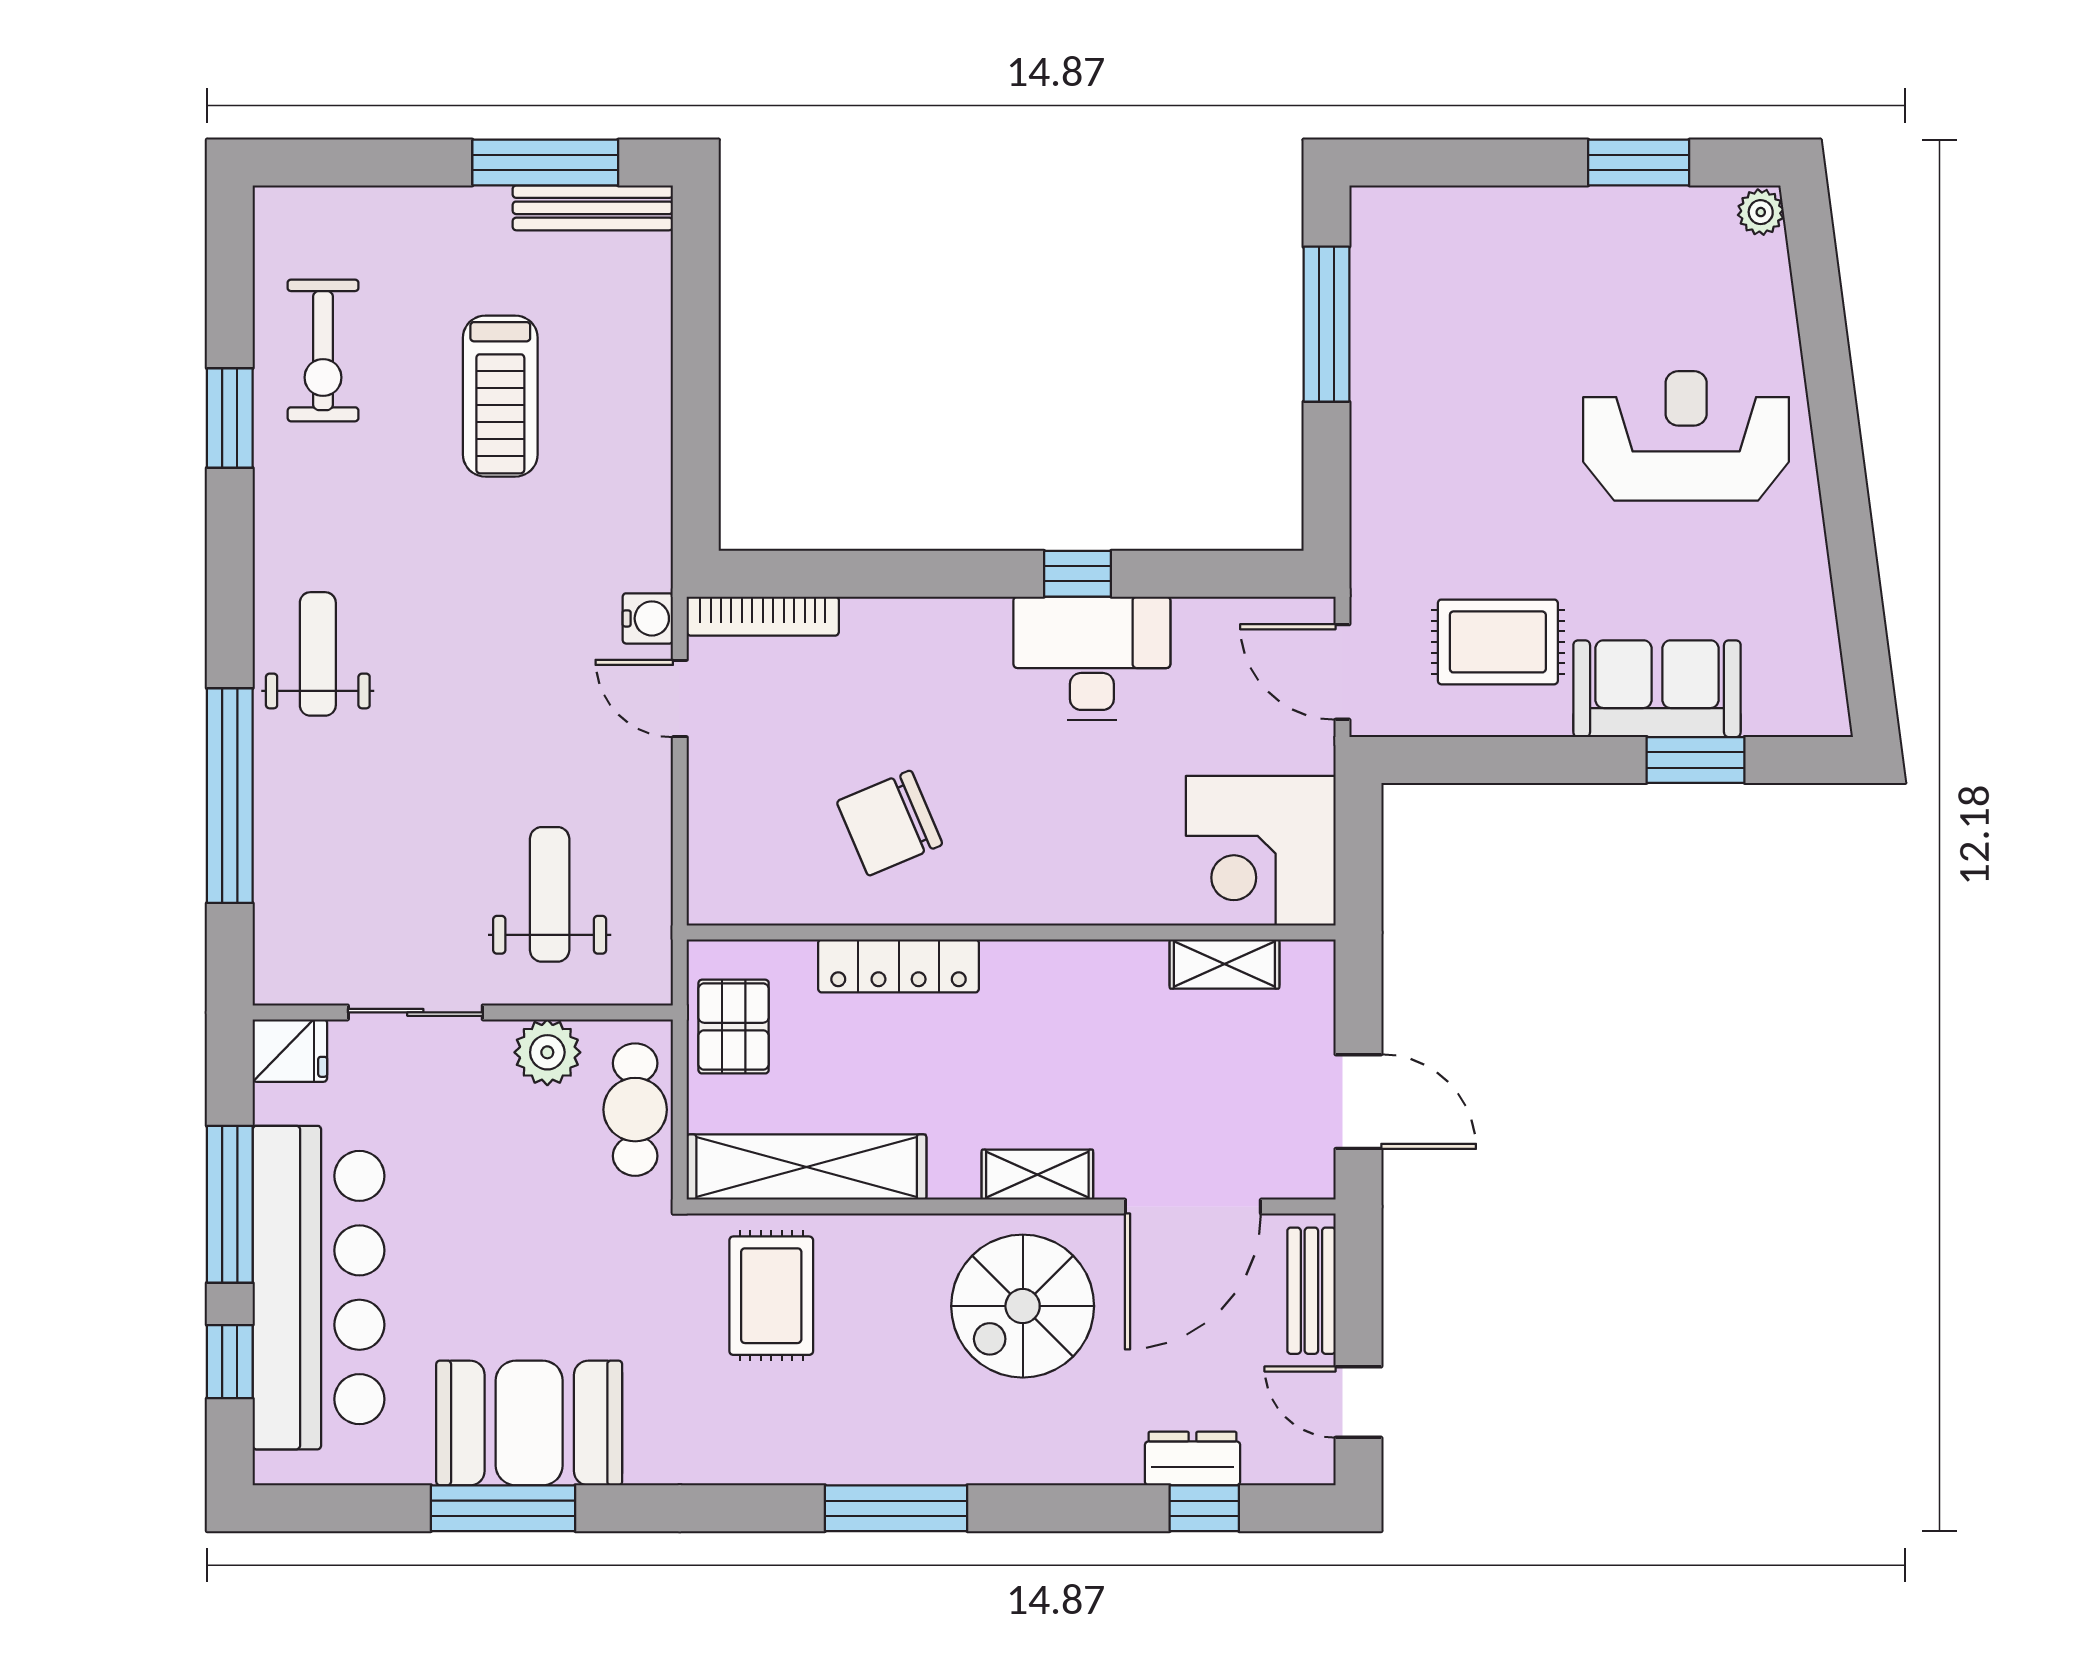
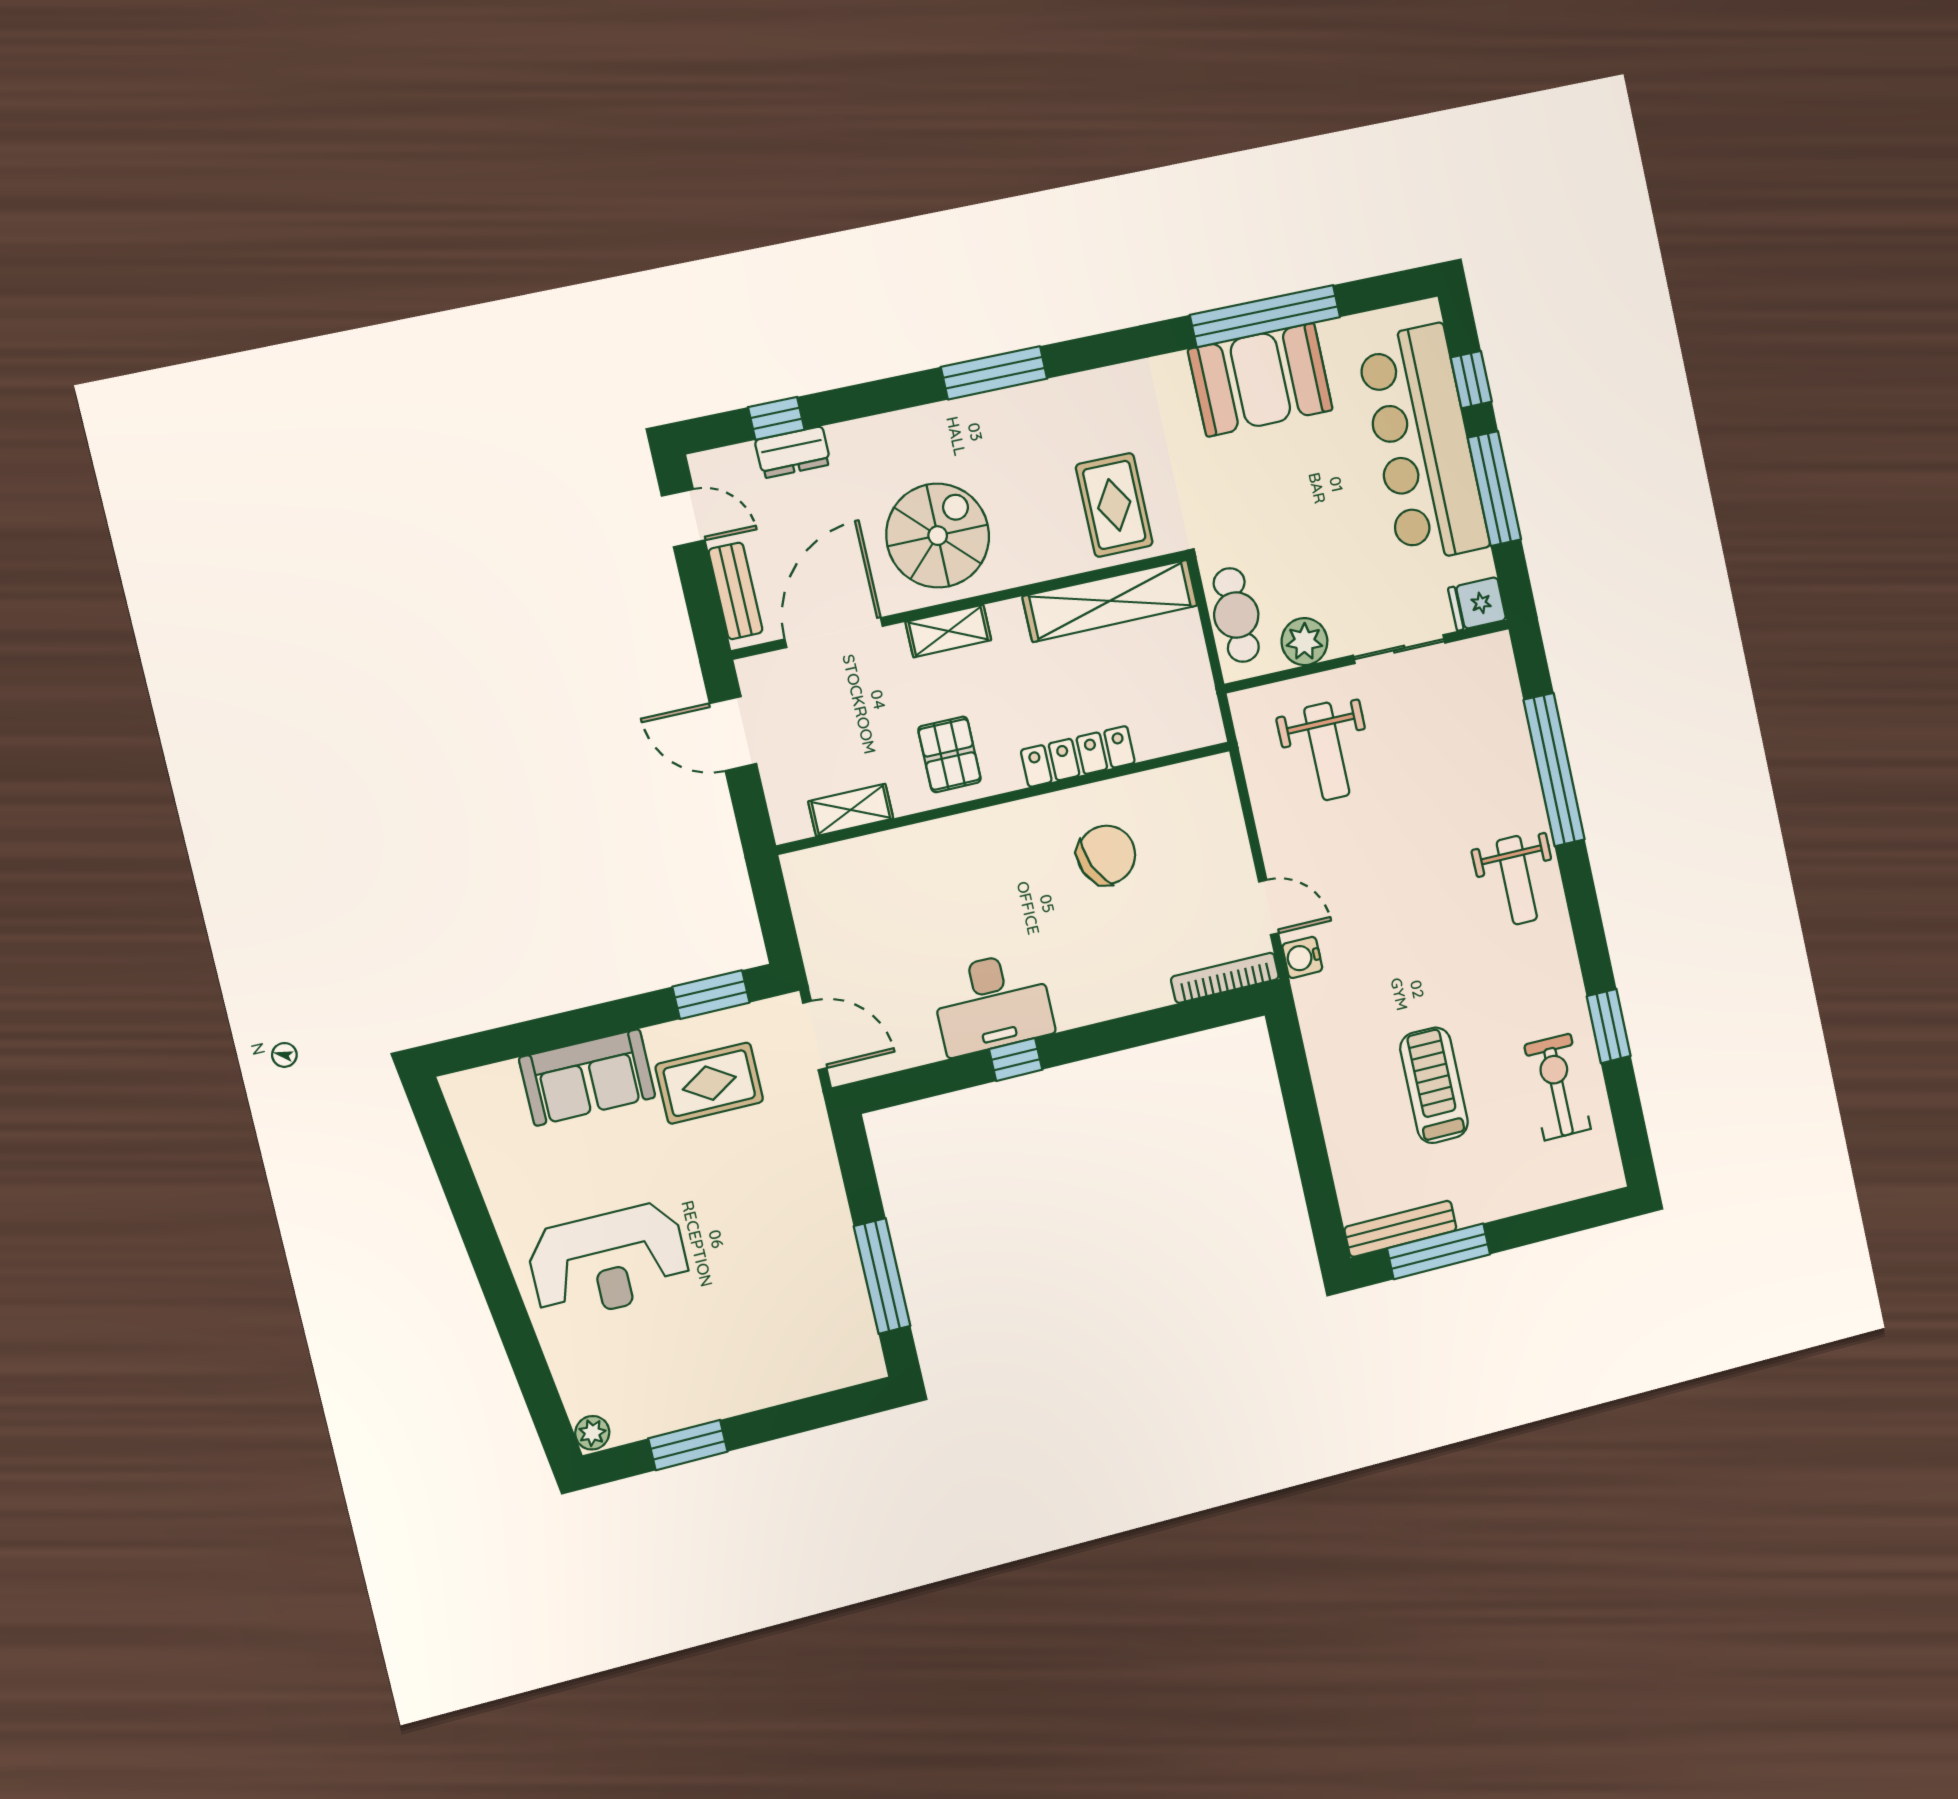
window: (1696, 760) -> (711, 995), moved
corner desk: (1261, 851) -> (843, 896), removed
pallet: (734, 1027) -> (949, 754), moved
window: (503, 1508) -> (1265, 316), width x1.46

